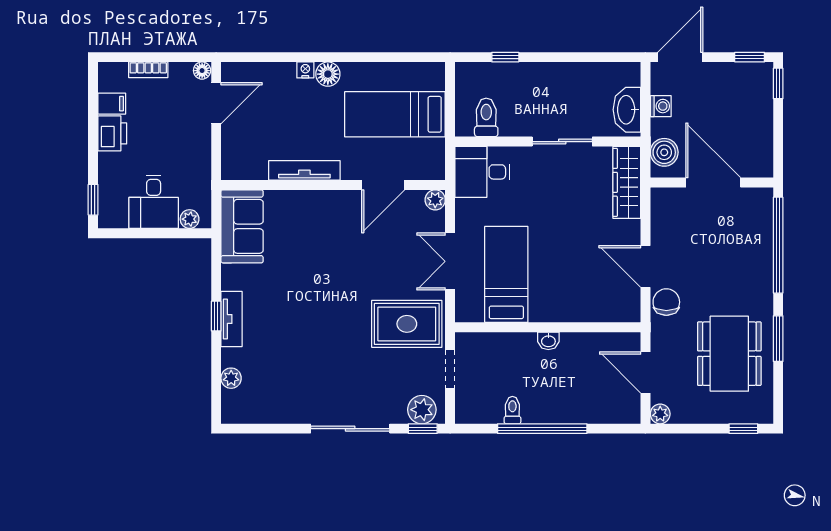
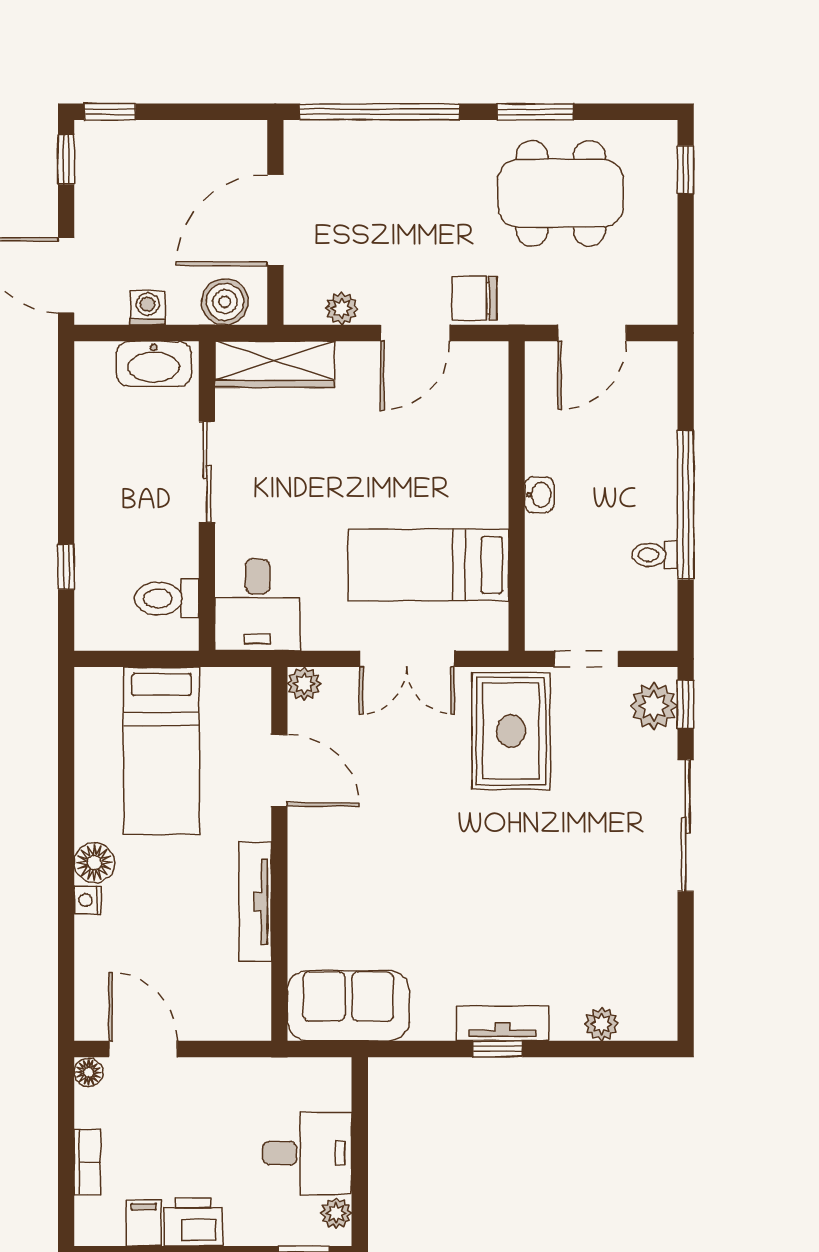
plant: (190, 219) -> (336, 1213), moved
plant: (660, 414) -> (342, 309), moved

